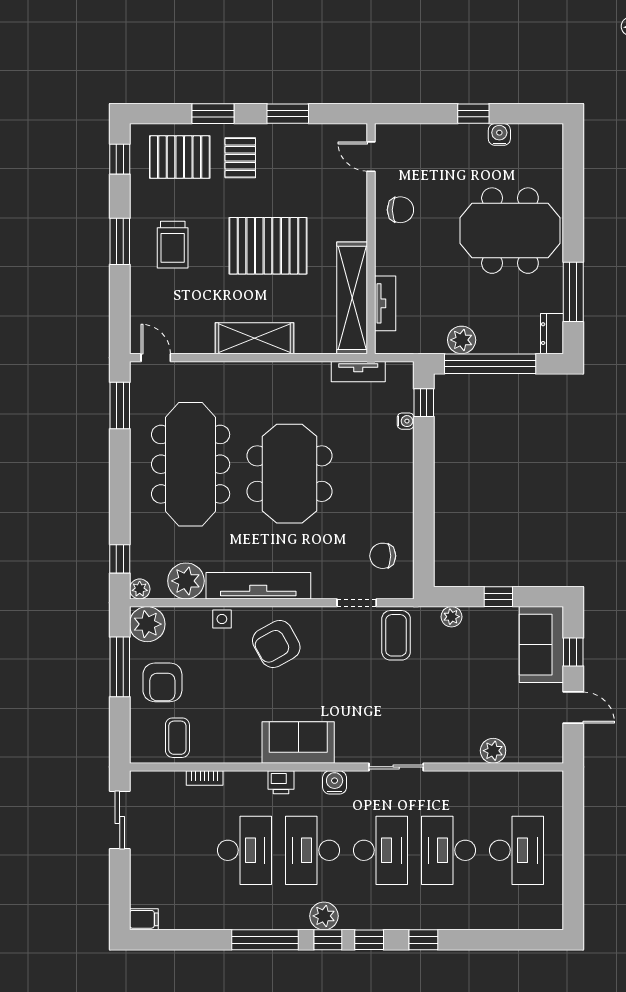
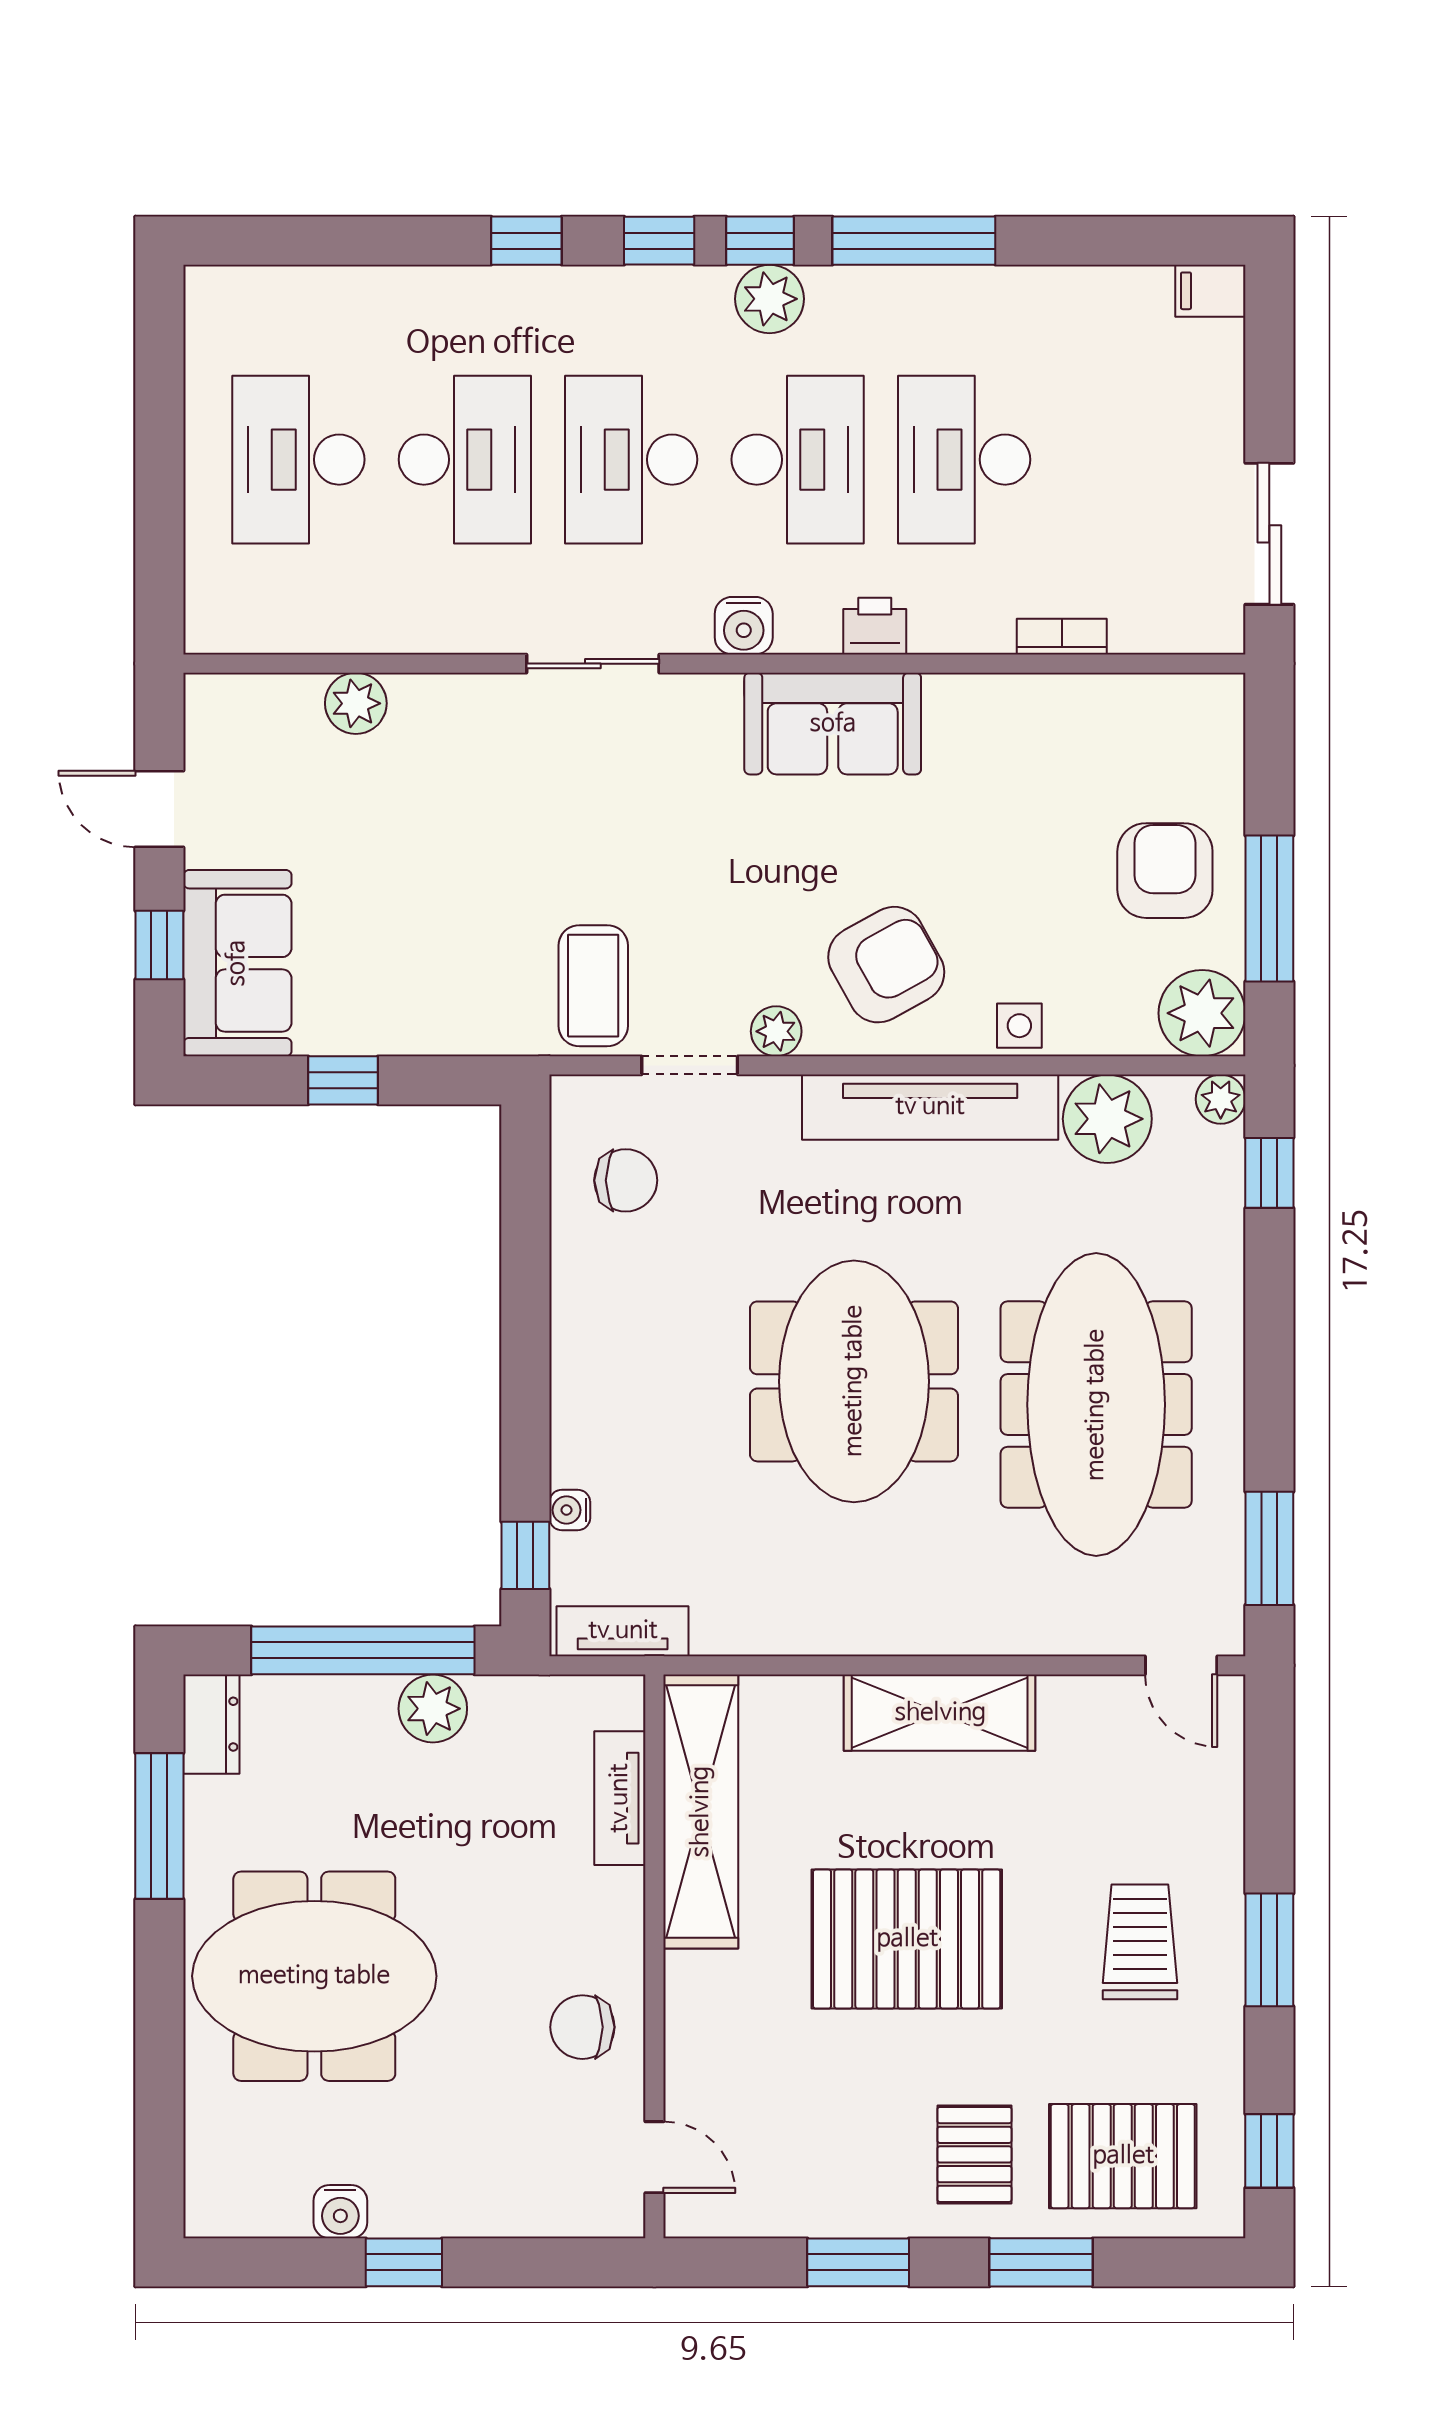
tv unit: (358, 372) -> (623, 1631), moved
plant: (451, 617) -> (776, 1031), moved
coffee table: (177, 738) -> (1128, 735), removed

